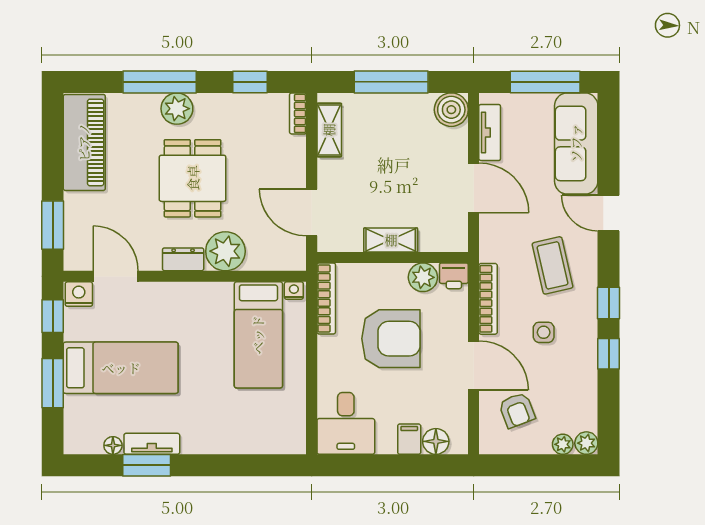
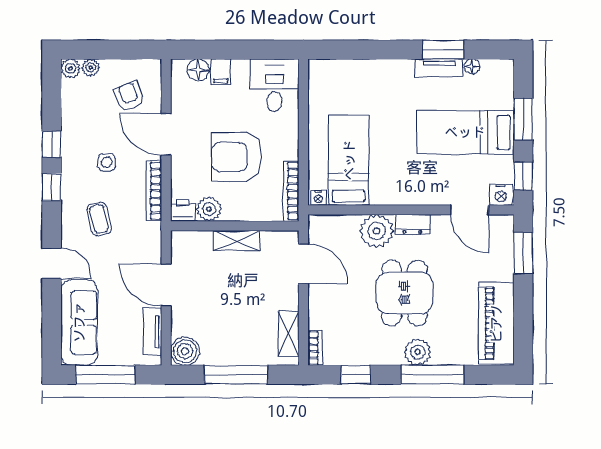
coffee table: (553, 265) -> (99, 219), width x0.73, depth x0.77

